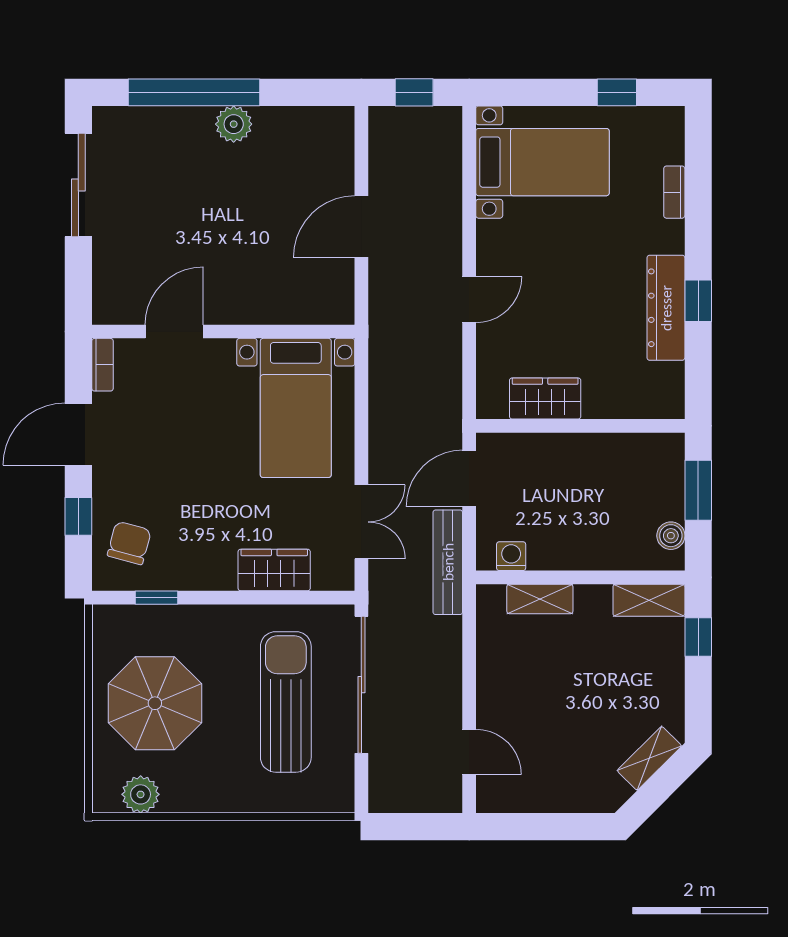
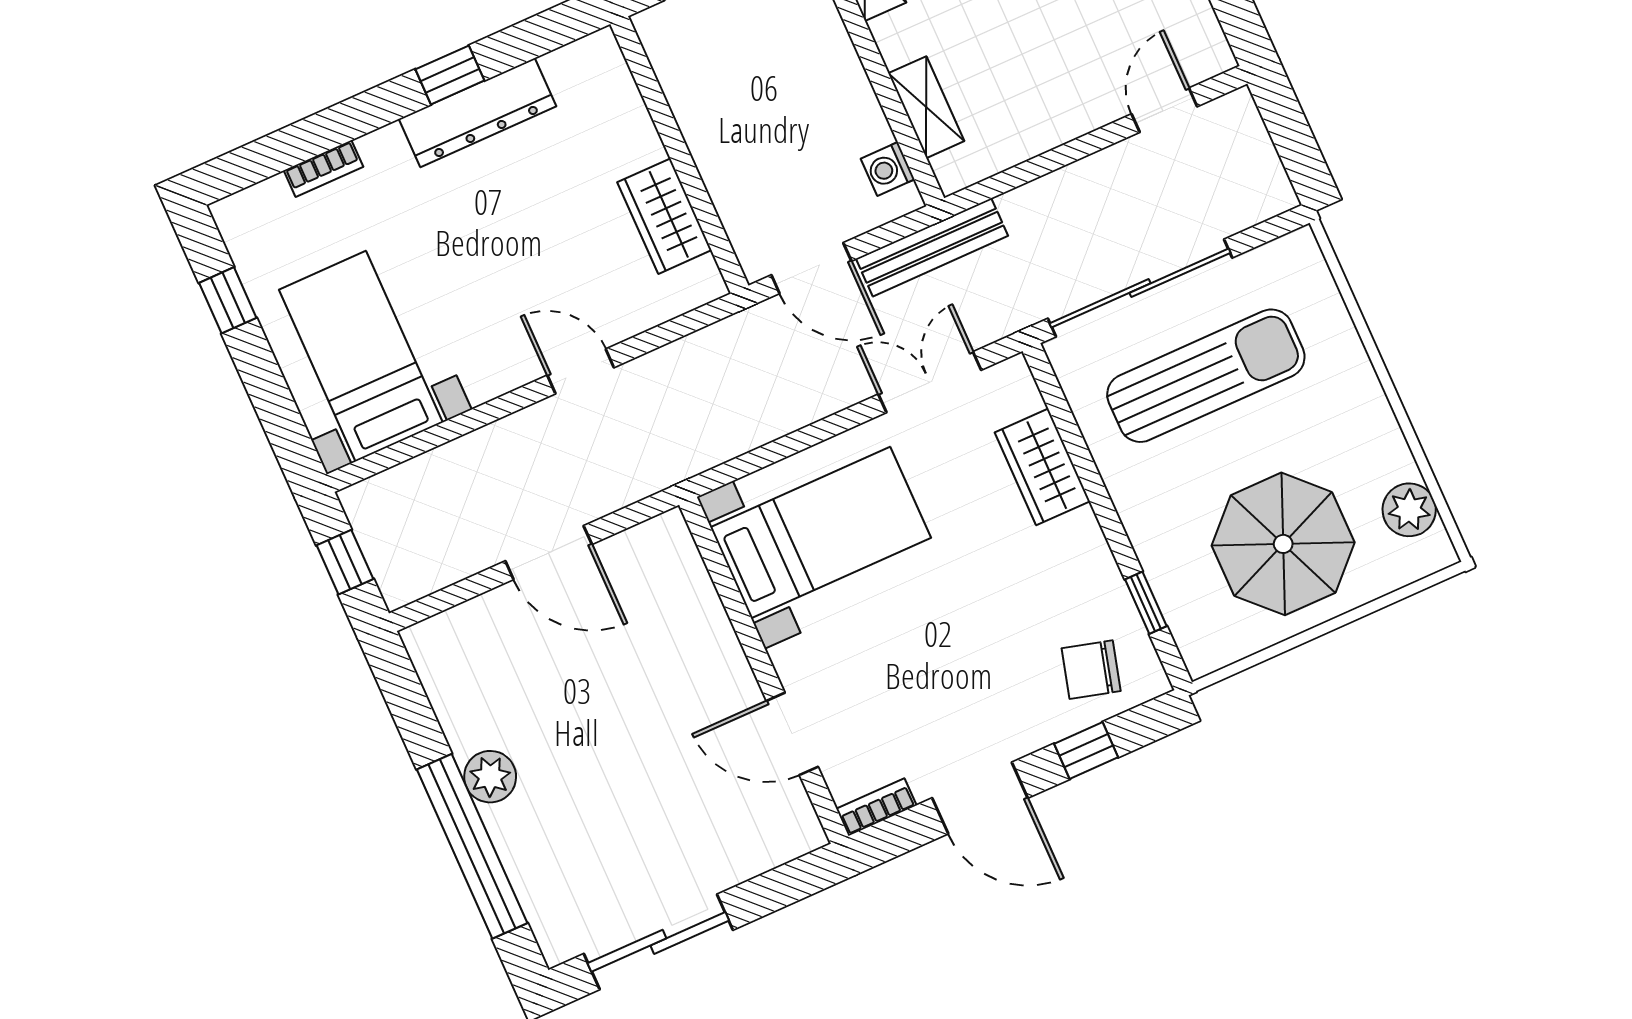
sun lounger: (286, 702) -> (1206, 376), turned 180

